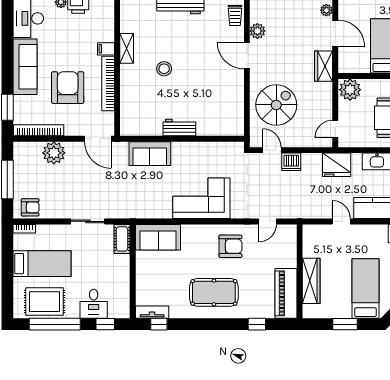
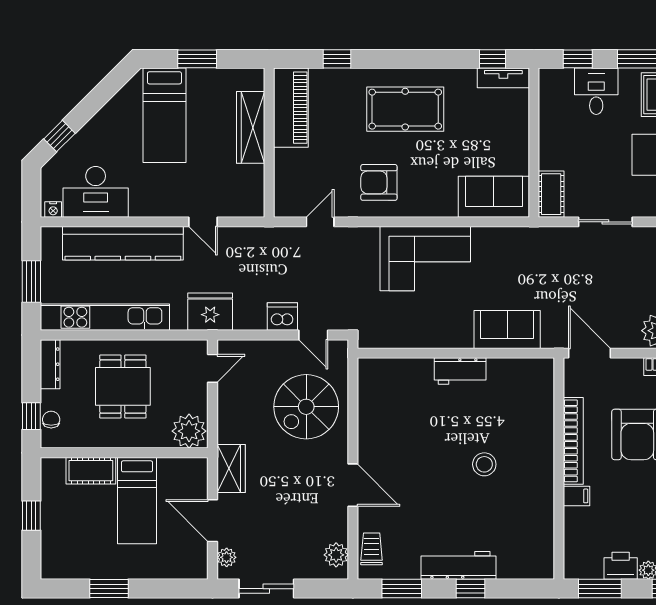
plant: (257, 31) -> (336, 555), moved
shelving: (127, 48) -> (544, 496), removed

